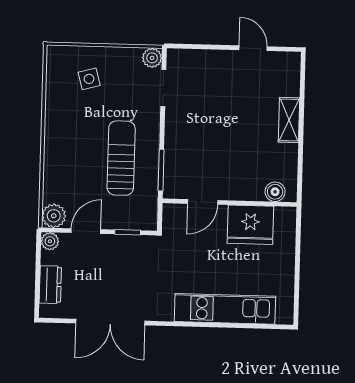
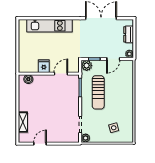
door: (253, 48) -> (40, 144), swing flipped
shelving: (289, 120) -> (23, 122), moved
plant: (54, 216) -> (87, 65), moved
fridge: (250, 225) -> (44, 66), width x0.53, depth x0.75

